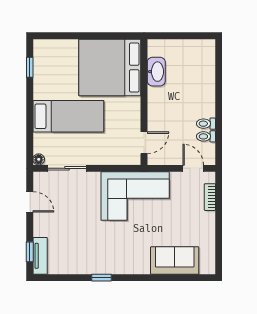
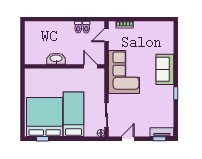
bed: (110, 68) -> (45, 117), moved, turned 180
washbasin: (156, 72) -> (56, 59), moved
sofa: (175, 260) -> (165, 69), moved

